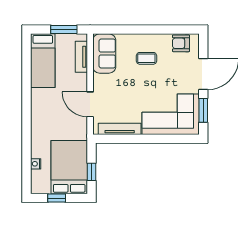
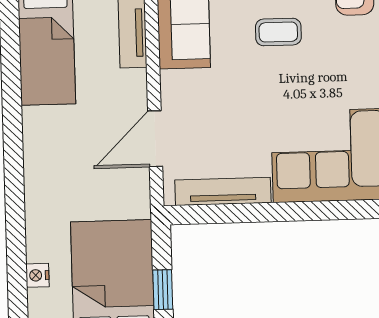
door: (90, 104) -> (155, 139), hinge flipped

